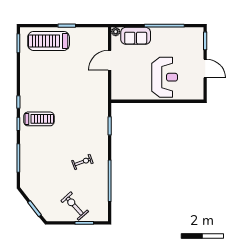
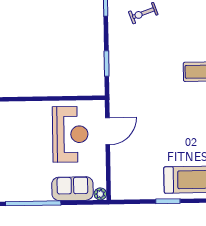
door: (110, 60) -> (108, 131), moved
reception desk: (165, 77) -> (70, 134), moved, turned 180

